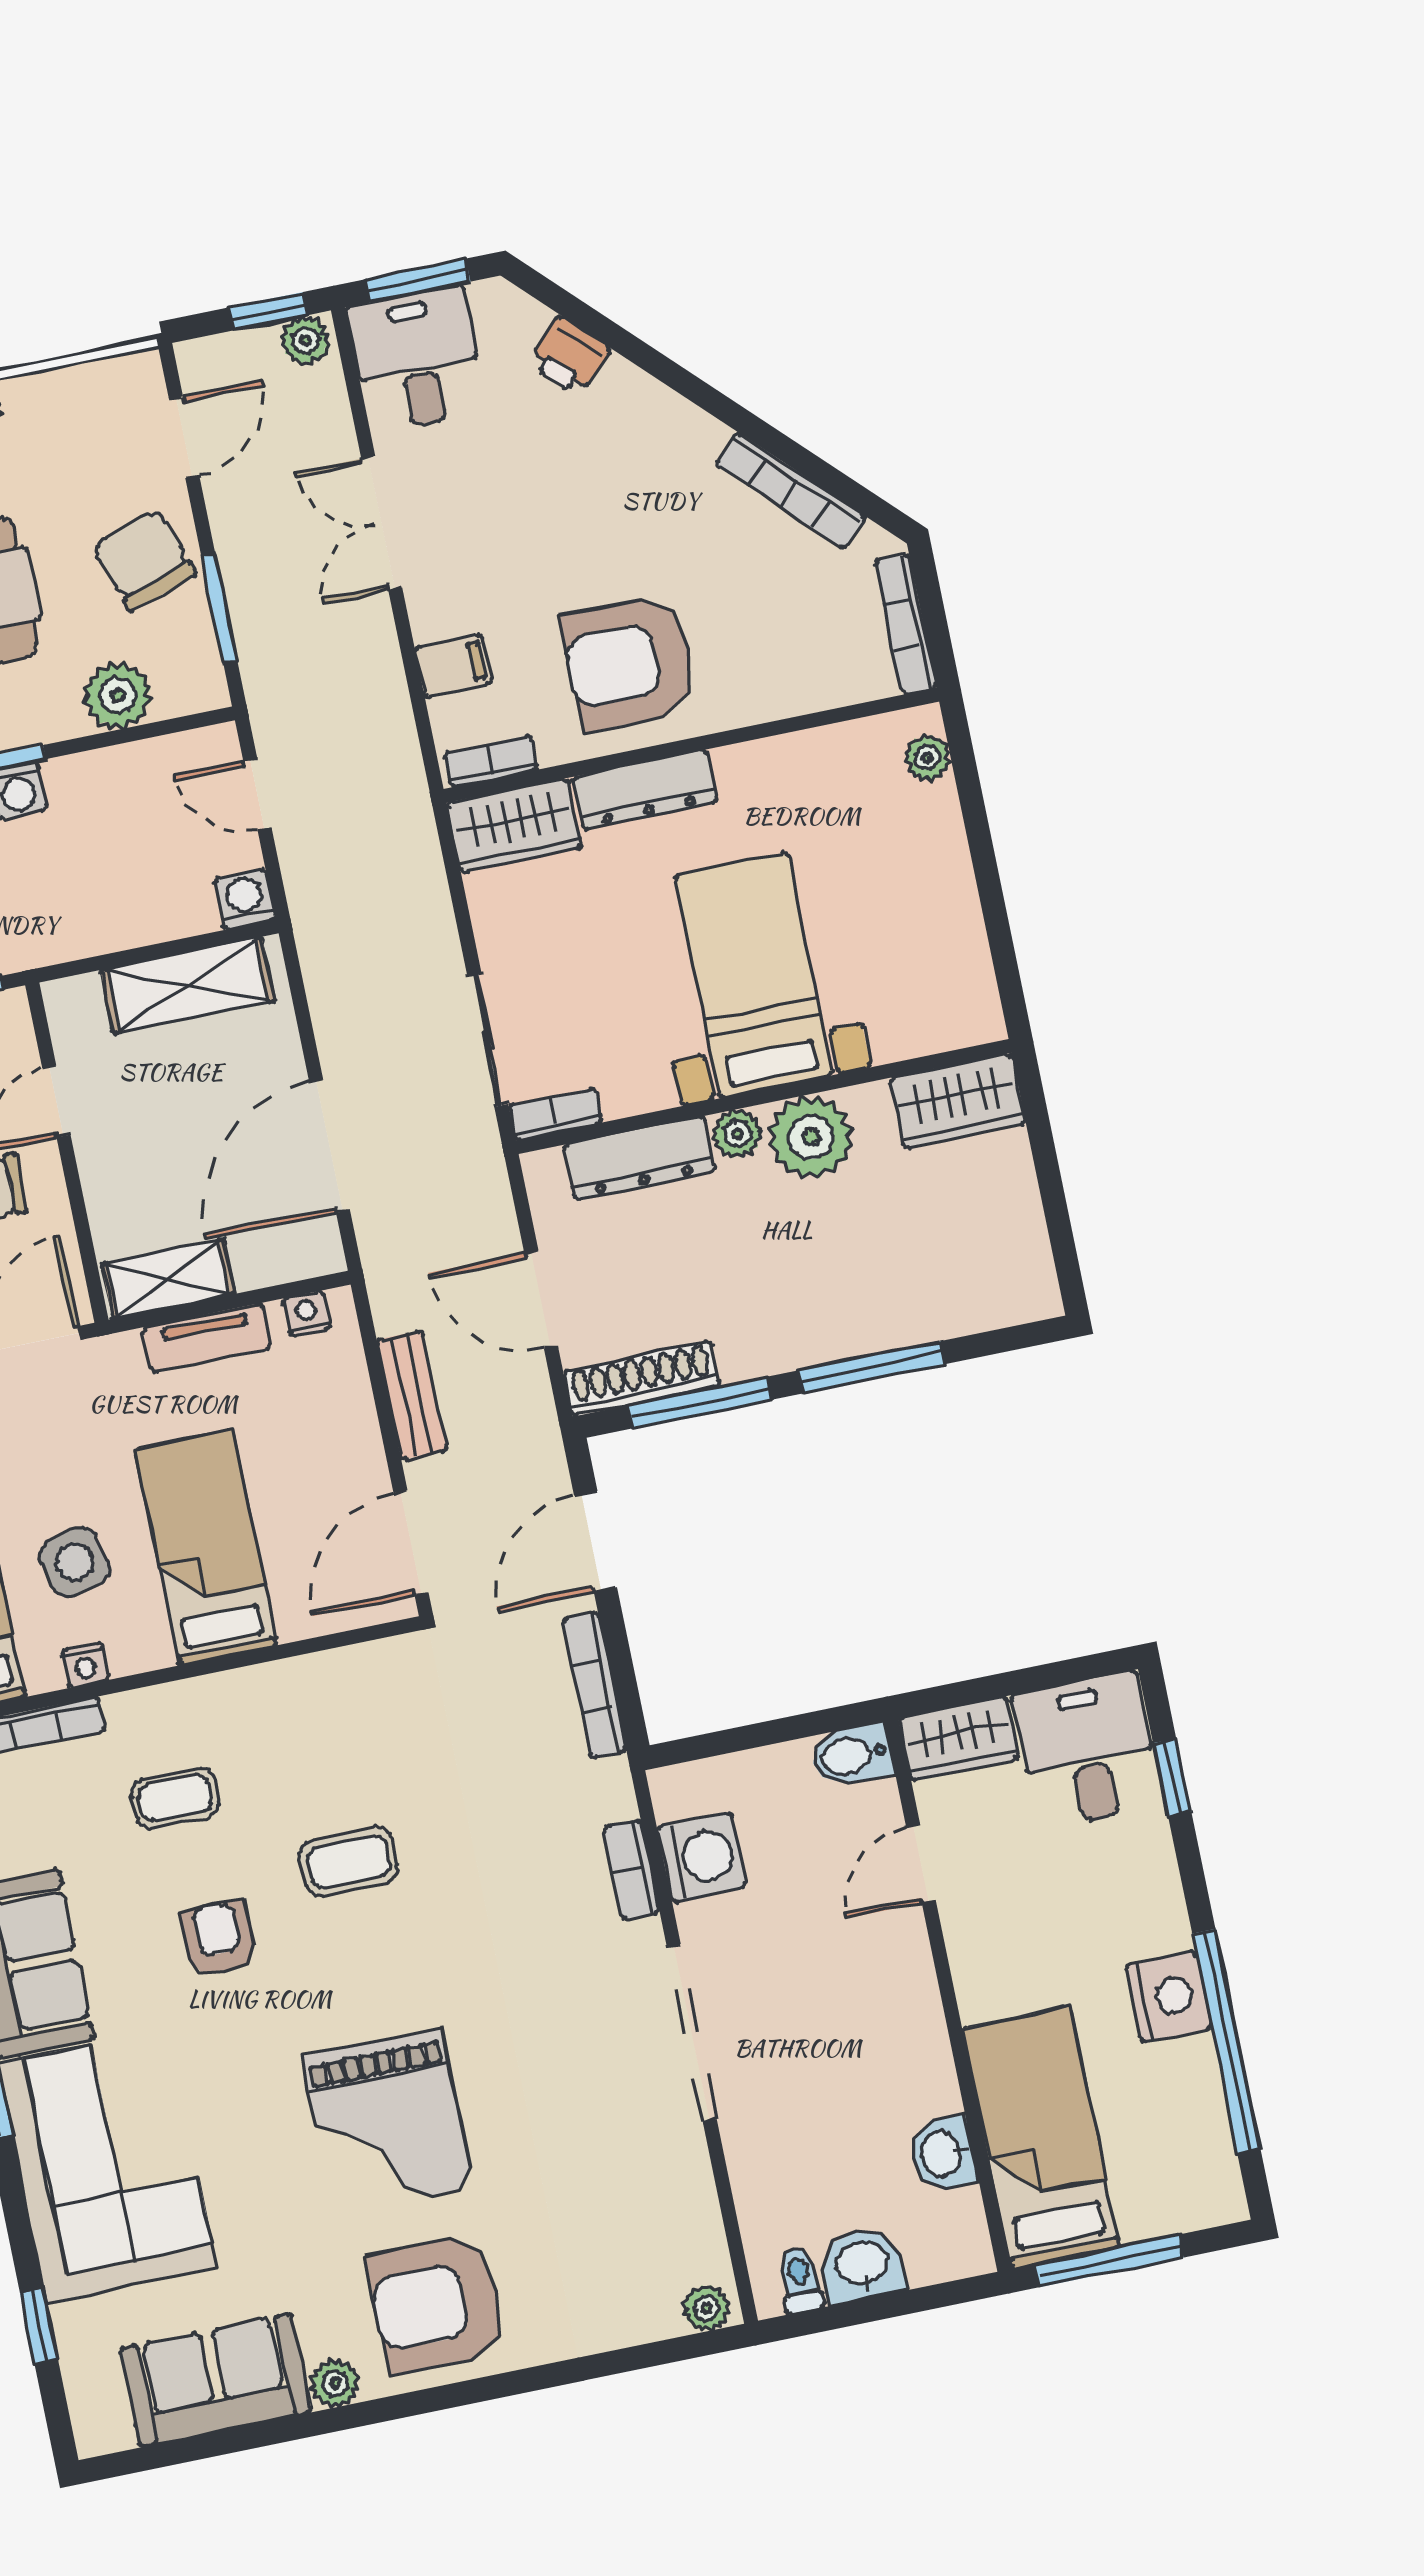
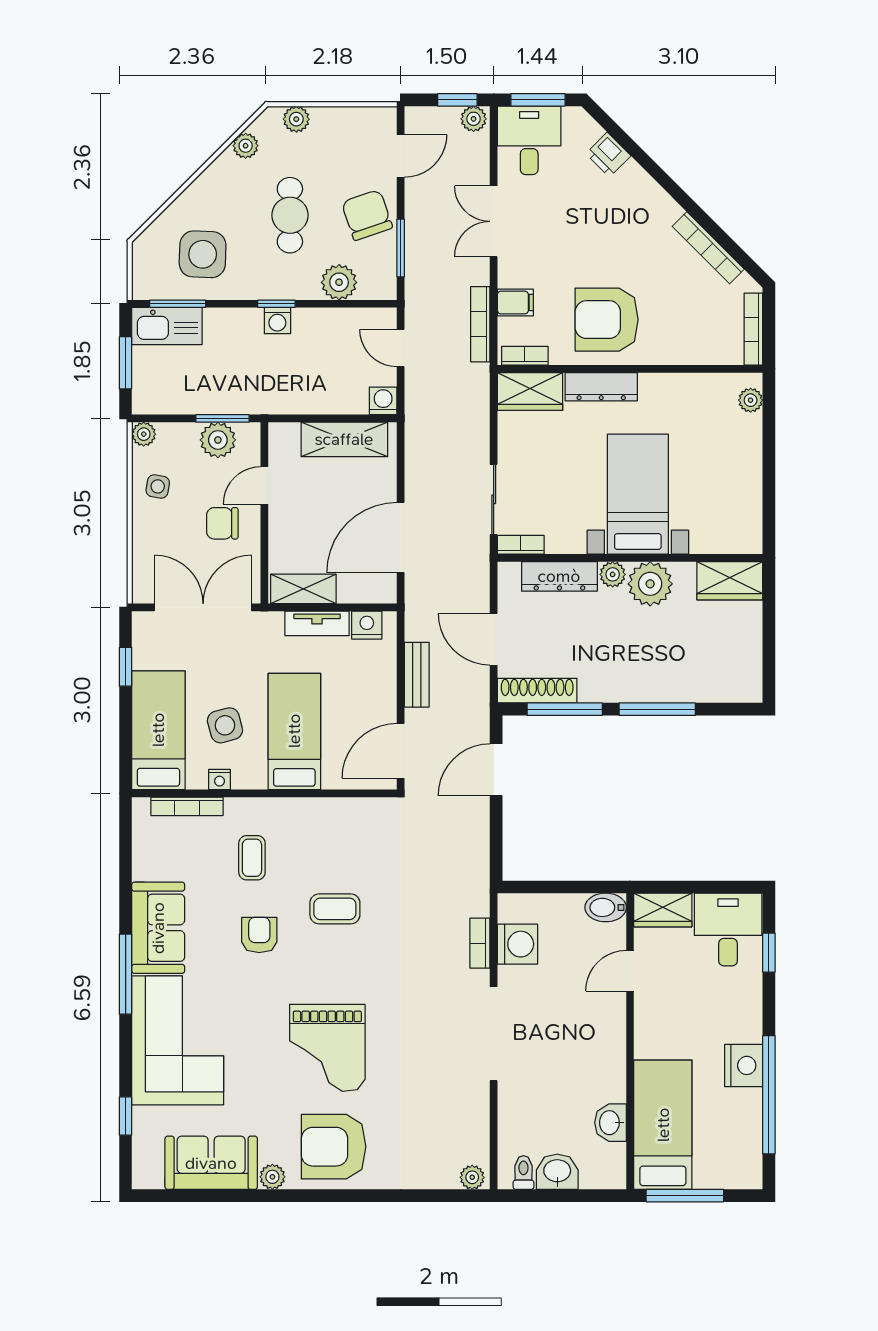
nightstand: (307, 1314) -> (367, 625), width x1.39, depth x1.35
bookcase: (594, 1685) -> (480, 324), moved
coffee table: (175, 1798) -> (252, 858), turned 90

